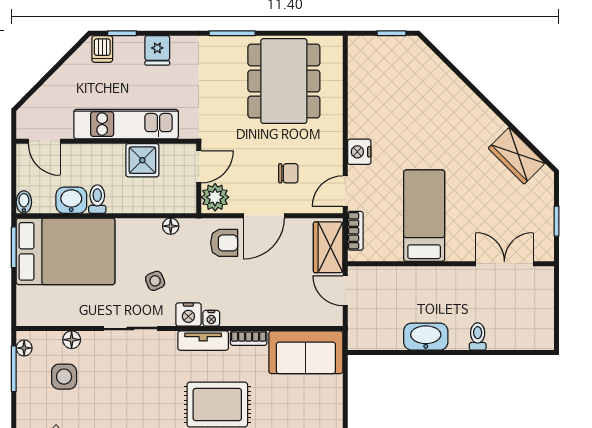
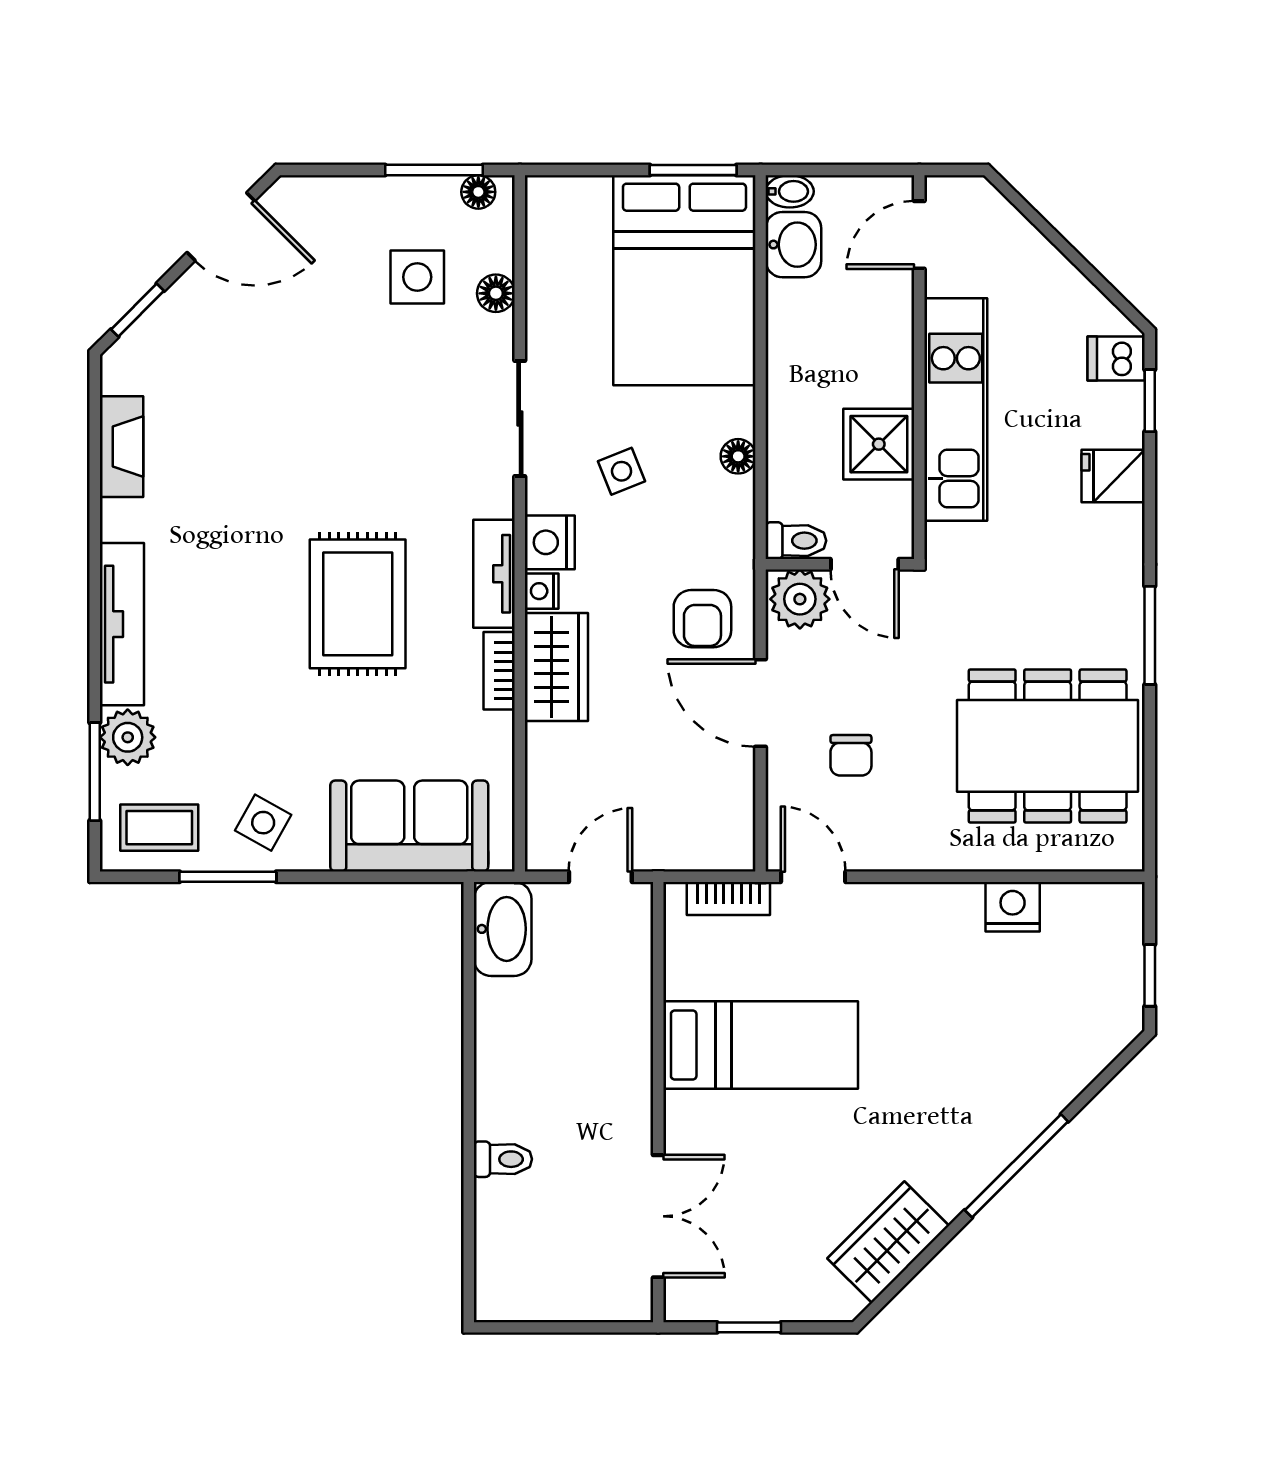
window: (481, 96) -> (1016, 1166), added
nightstand: (359, 152) -> (1013, 907), moved
toilet: (97, 199) -> (796, 541), moved
washbasin: (71, 200) -> (793, 245), moved
floor lamp: (171, 226) -> (738, 456), moved
wardrobe: (328, 247) -> (556, 667), moved, turned 90
washbasin: (426, 337) -> (503, 929), moved
sofa: (306, 352) -> (409, 826), moved, turned 90

